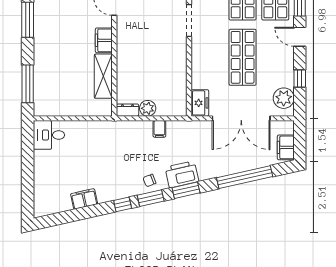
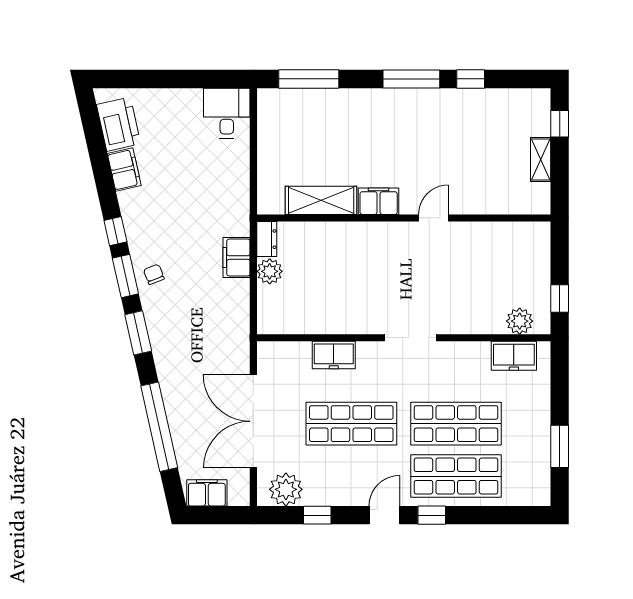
freezer: (200, 103) -> (334, 355), moved
filing cabinet: (159, 129) -> (237, 258), moved, width x2.00
printer: (182, 174) -> (119, 124), moved

